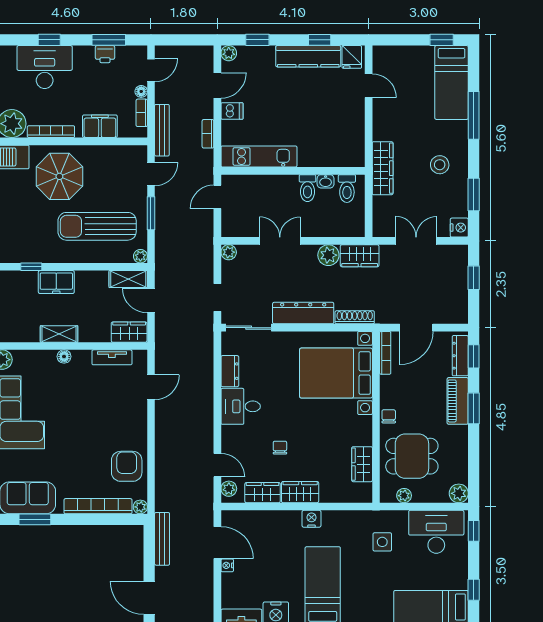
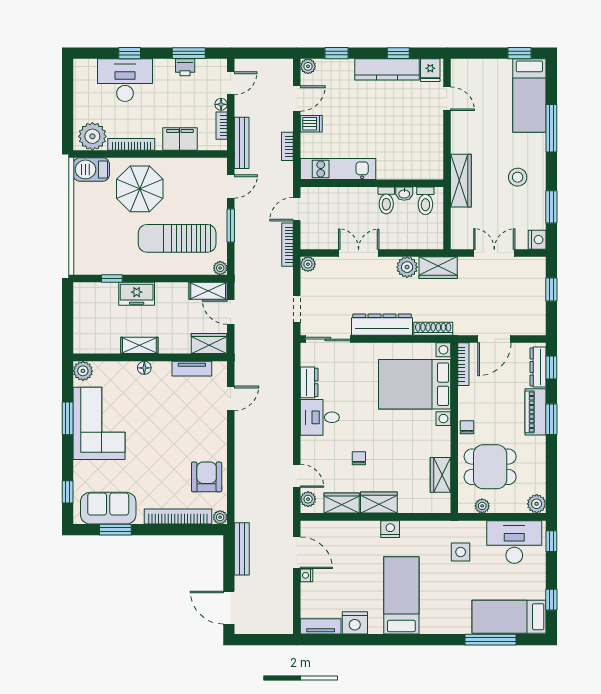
bookcase: (208, 233) -> (287, 245), added

